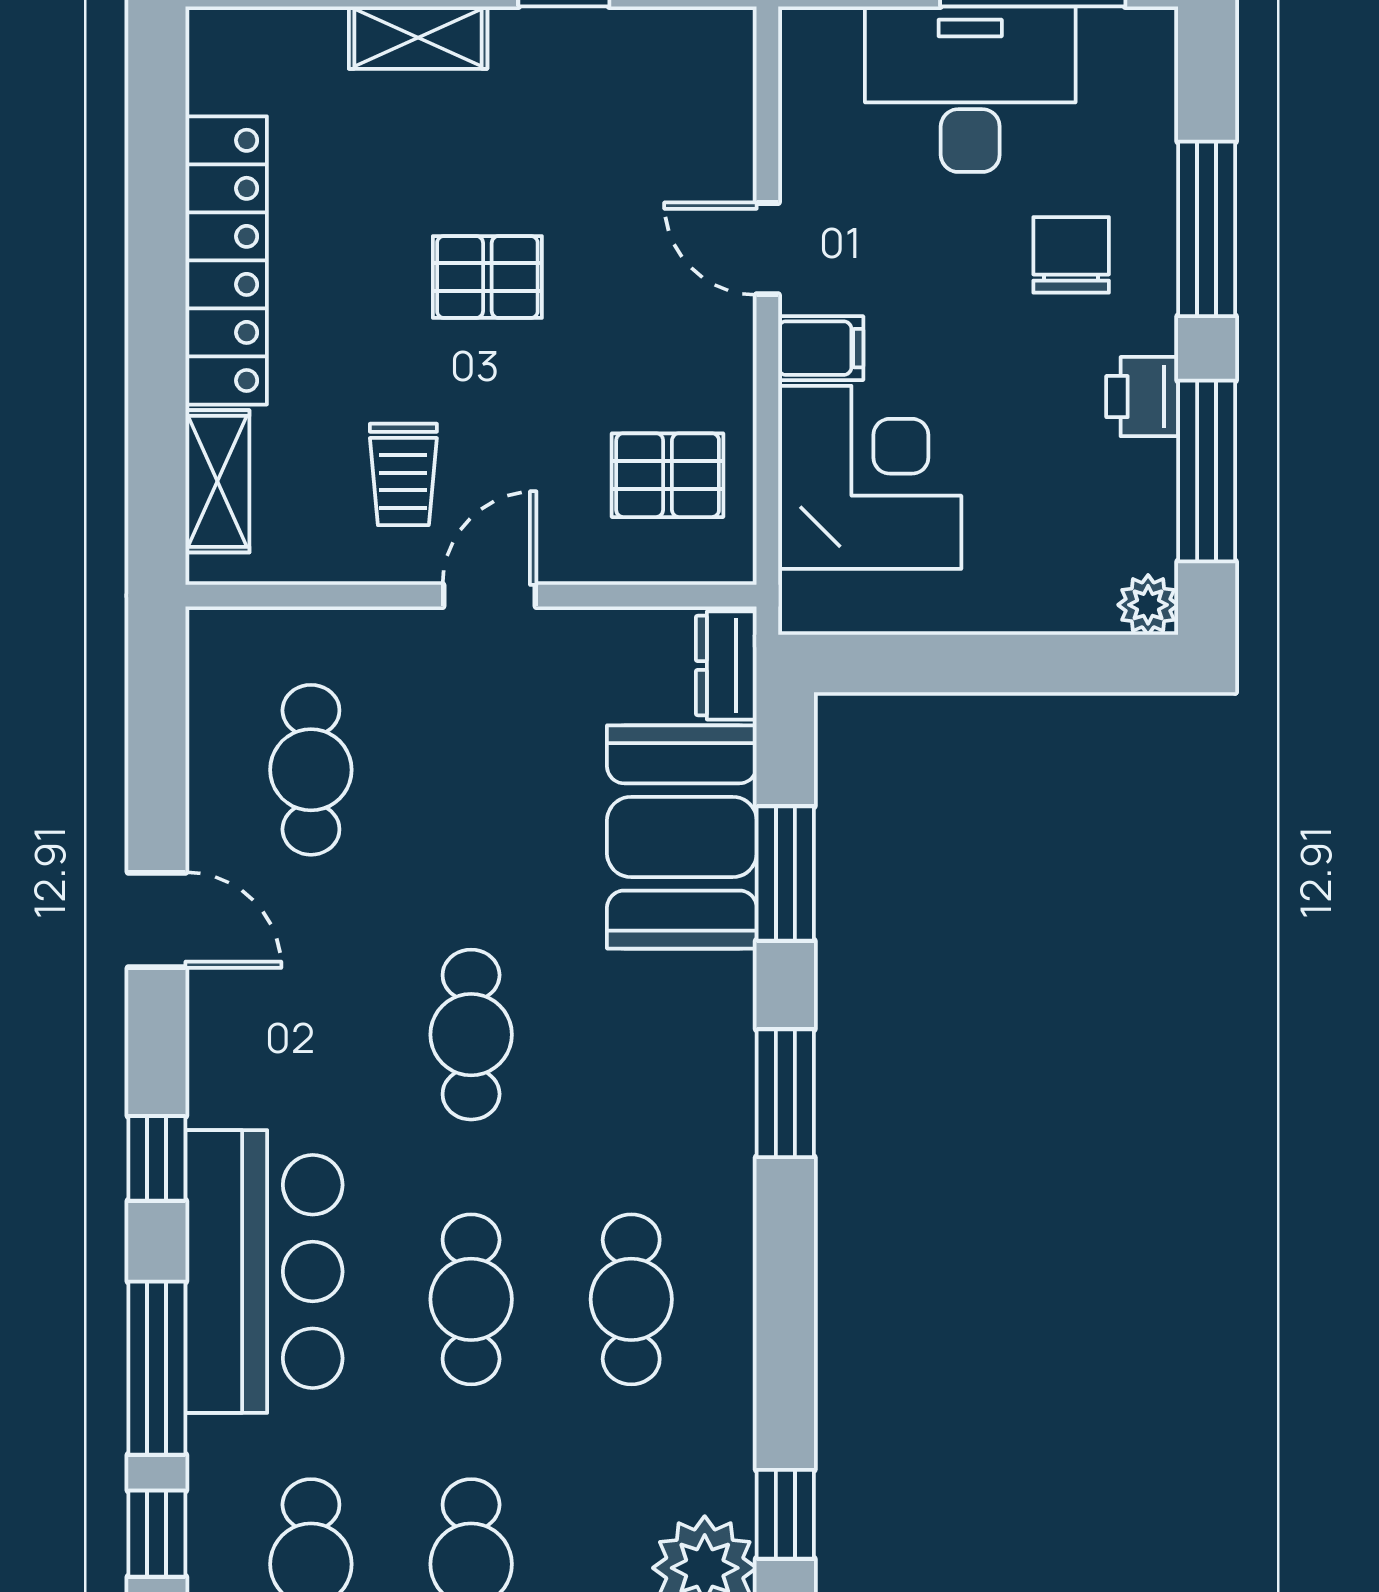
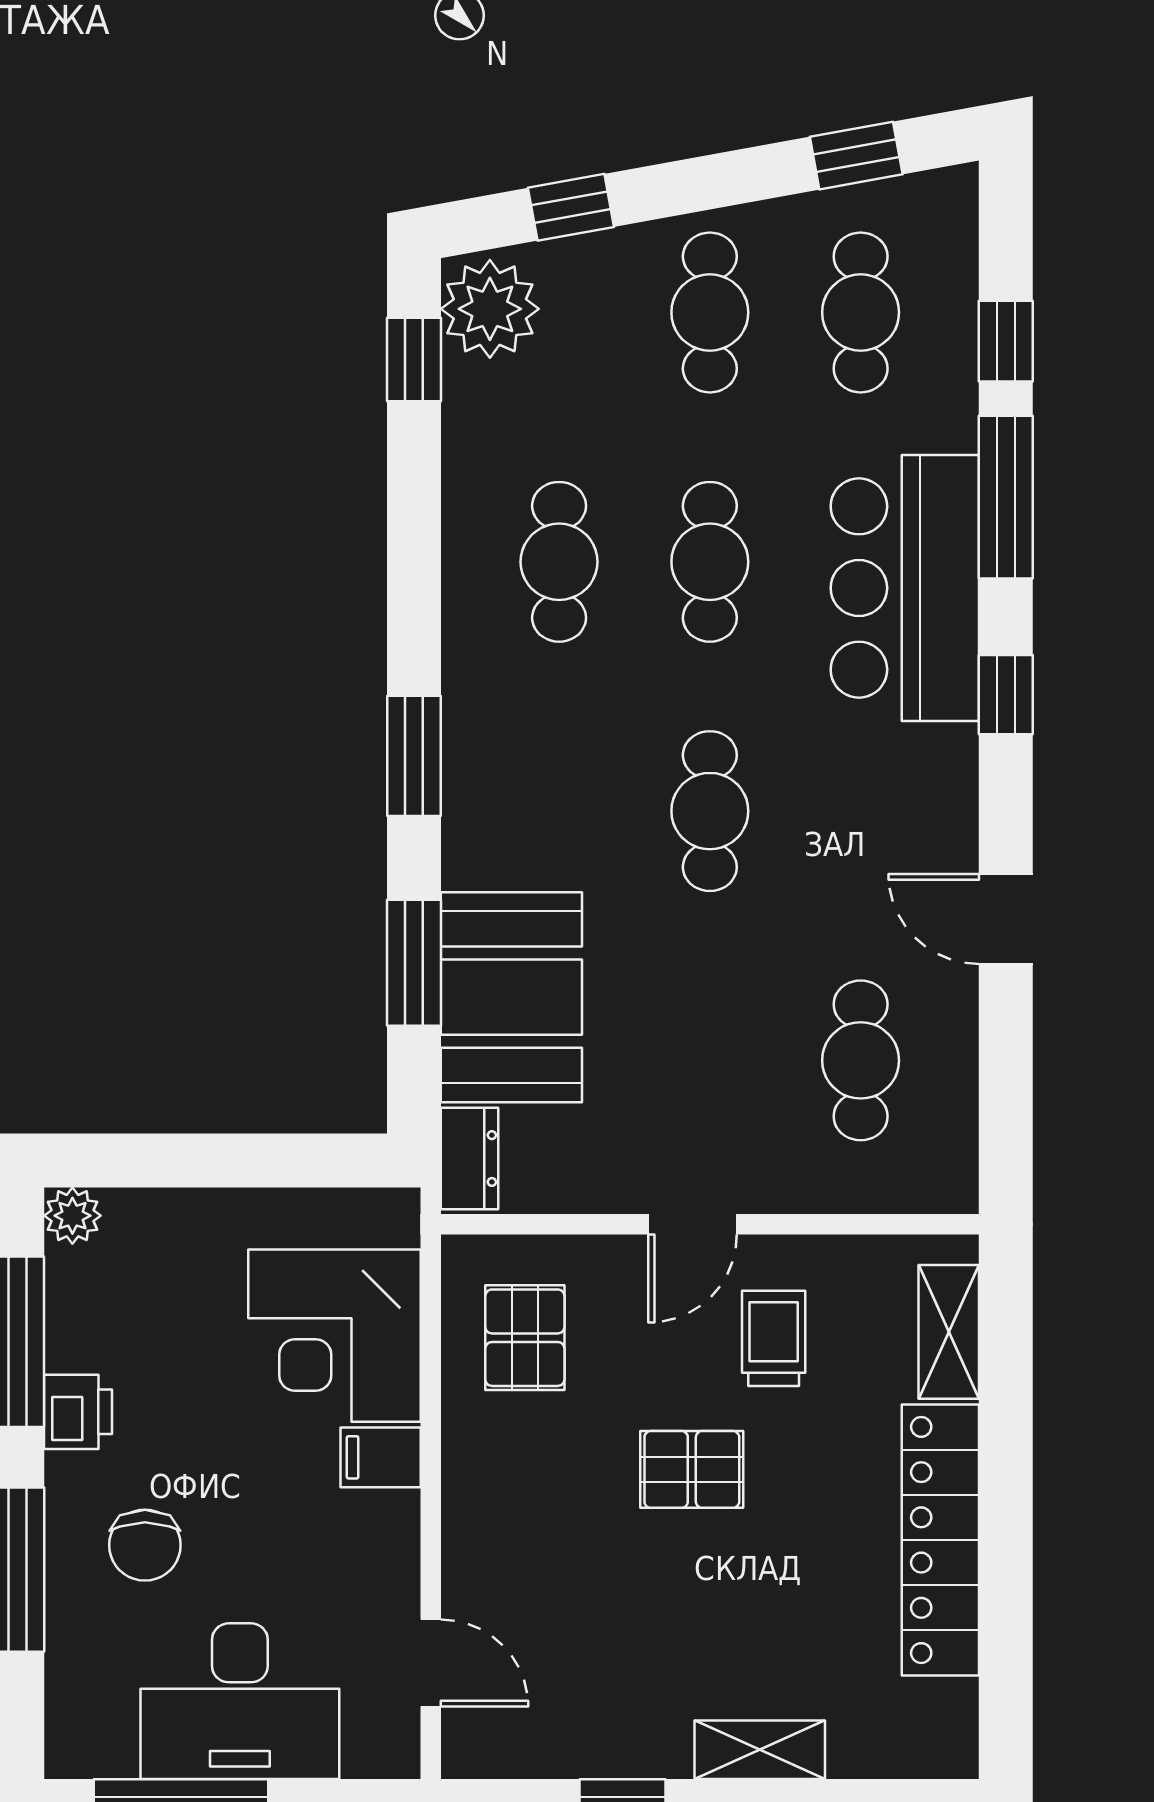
door: (767, 249) -> (431, 1663), moved
pallet: (487, 277) -> (692, 1469), moved
pallet: (668, 475) -> (525, 1338), turned 90

